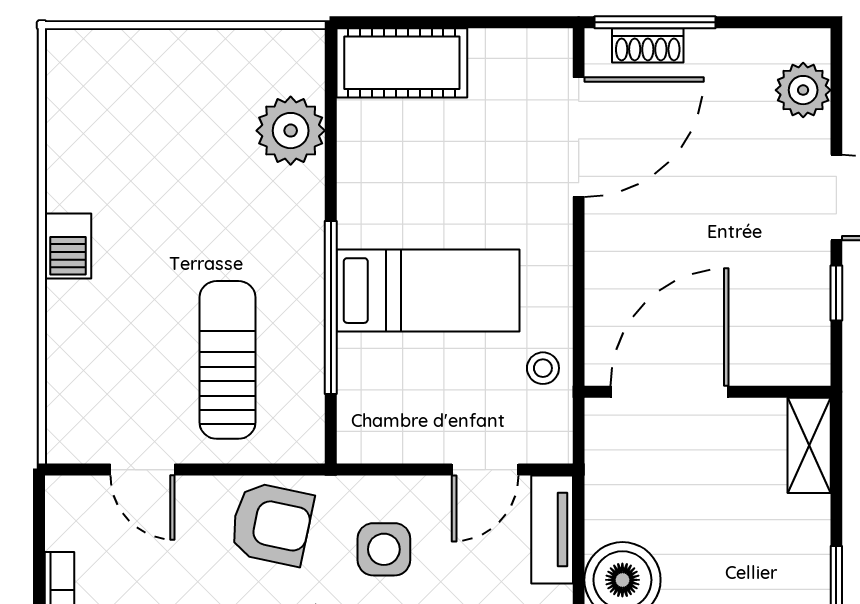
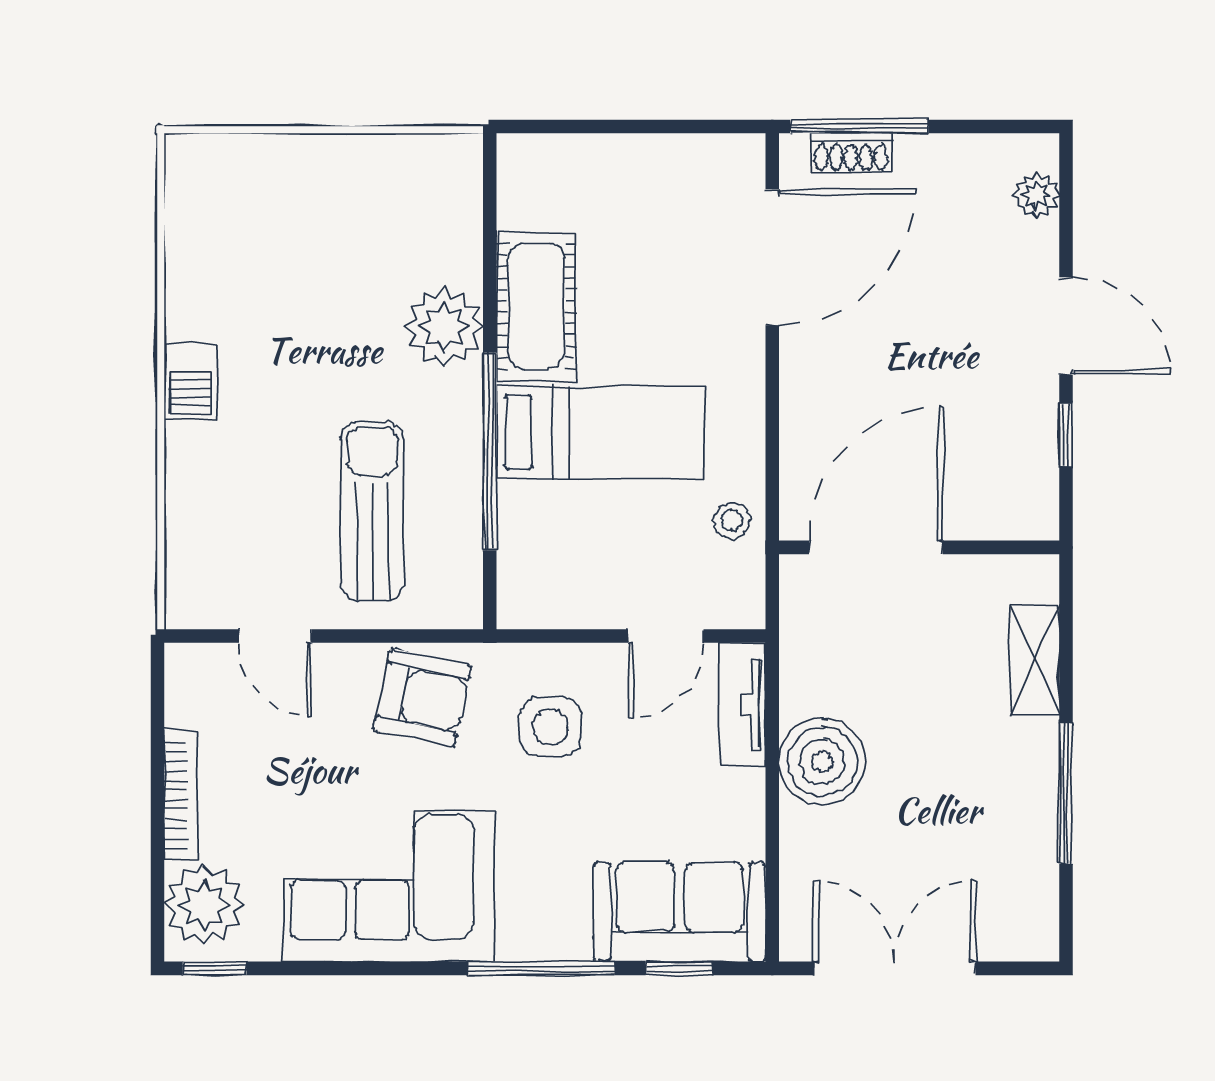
cot: (402, 63) -> (536, 306), moved, turned 90
plant: (803, 90) -> (1037, 195), width x0.73, depth x0.73
plant: (291, 131) -> (444, 327), moved
shelving: (809, 445) -> (1035, 660), moved

